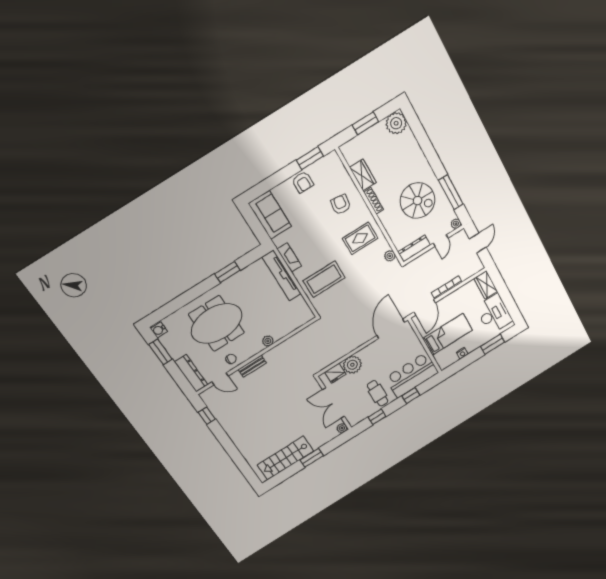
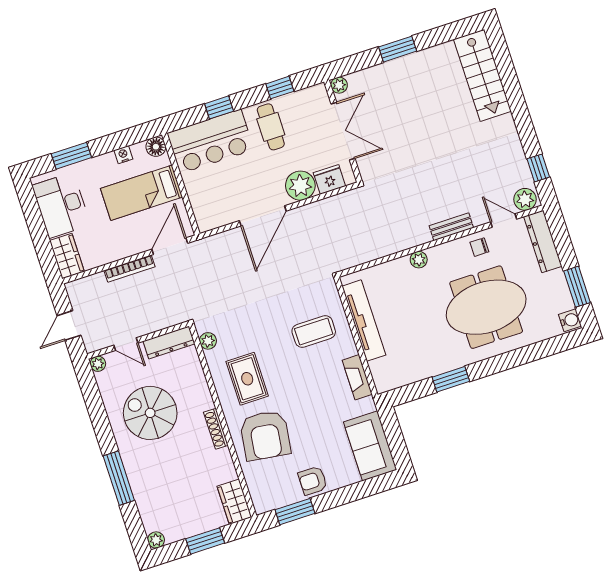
plant: (396, 123) -> (156, 540), width x0.53, depth x0.53
wardrobe: (363, 175) -> (234, 502), moved
armchair: (303, 182) -> (313, 481), turned -90
window: (451, 192) -> (119, 478), moved
armchair: (341, 204) -> (265, 435), width x1.88, depth x1.88
rug: (360, 238) -> (247, 379), turned 90
door: (441, 241) -> (126, 344), swing flipped
tv unit: (282, 276) -> (364, 321), moved
coffee table: (324, 279) -> (314, 331), width x0.73, depth x0.76
door: (391, 329) -> (263, 216), moved
floor lamp: (444, 363) -> (156, 147), added
plant: (210, 395) -> (525, 199), added
stairs: (286, 458) -> (482, 75), moved, turned 90

